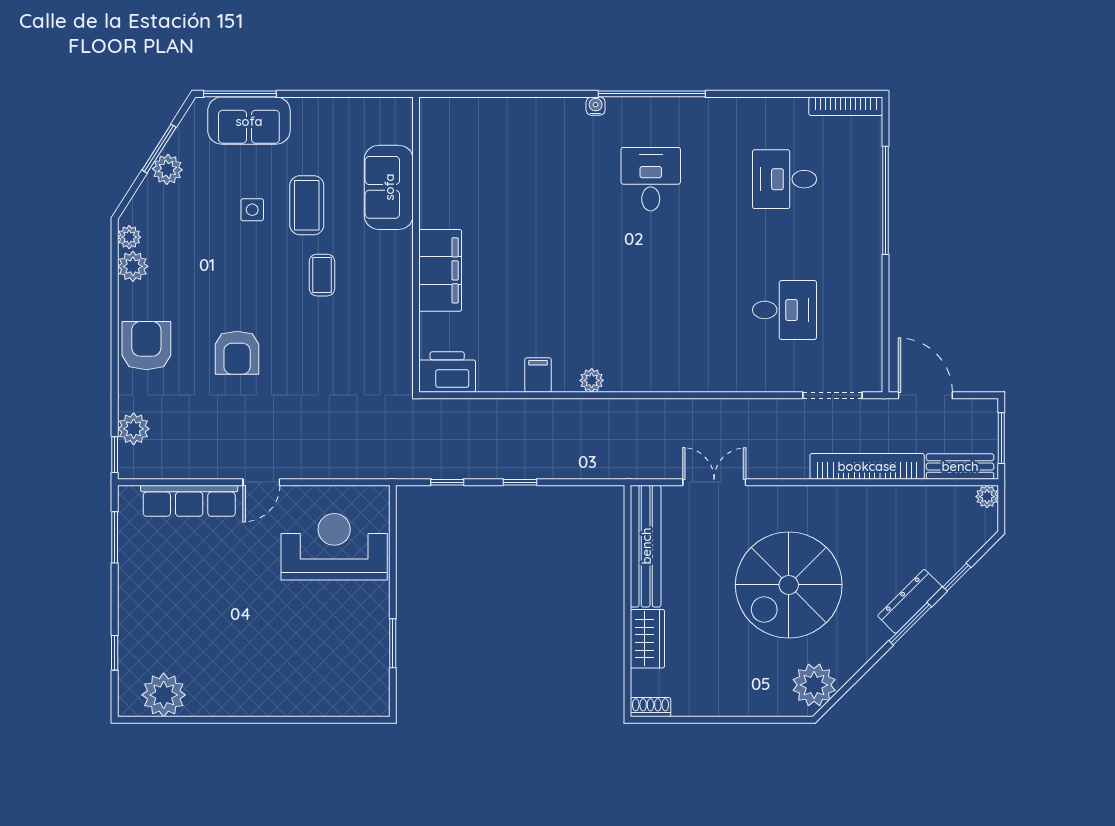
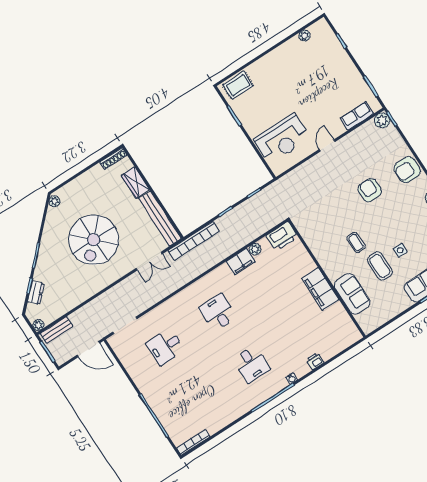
printer: (534, 110) -> (315, 361), added
desk: (784, 179) -> (218, 313), moved, turned -90
filing cabinet: (440, 270) -> (320, 289), moved
armchair: (146, 346) -> (407, 170), turned 90
filing cabinet: (538, 375) -> (241, 262), width x2.00
plant: (592, 380) -> (255, 249), moved
plant: (134, 429) -> (382, 120), moved
bookcase: (867, 466) -> (194, 241), moved
row of seats: (189, 501) -> (357, 116), width x0.68
spiral stairs: (789, 585) -> (94, 240), turned 180
dresser: (910, 601) -> (36, 293), moved, width x0.70
plant: (814, 685) -> (54, 201), width x0.53, depth x0.53
rug: (350, 694) -> (238, 85), added
plant: (164, 695) -> (304, 36), width x0.53, depth x0.53
shoe rack: (650, 707) -> (113, 159), width x1.43

